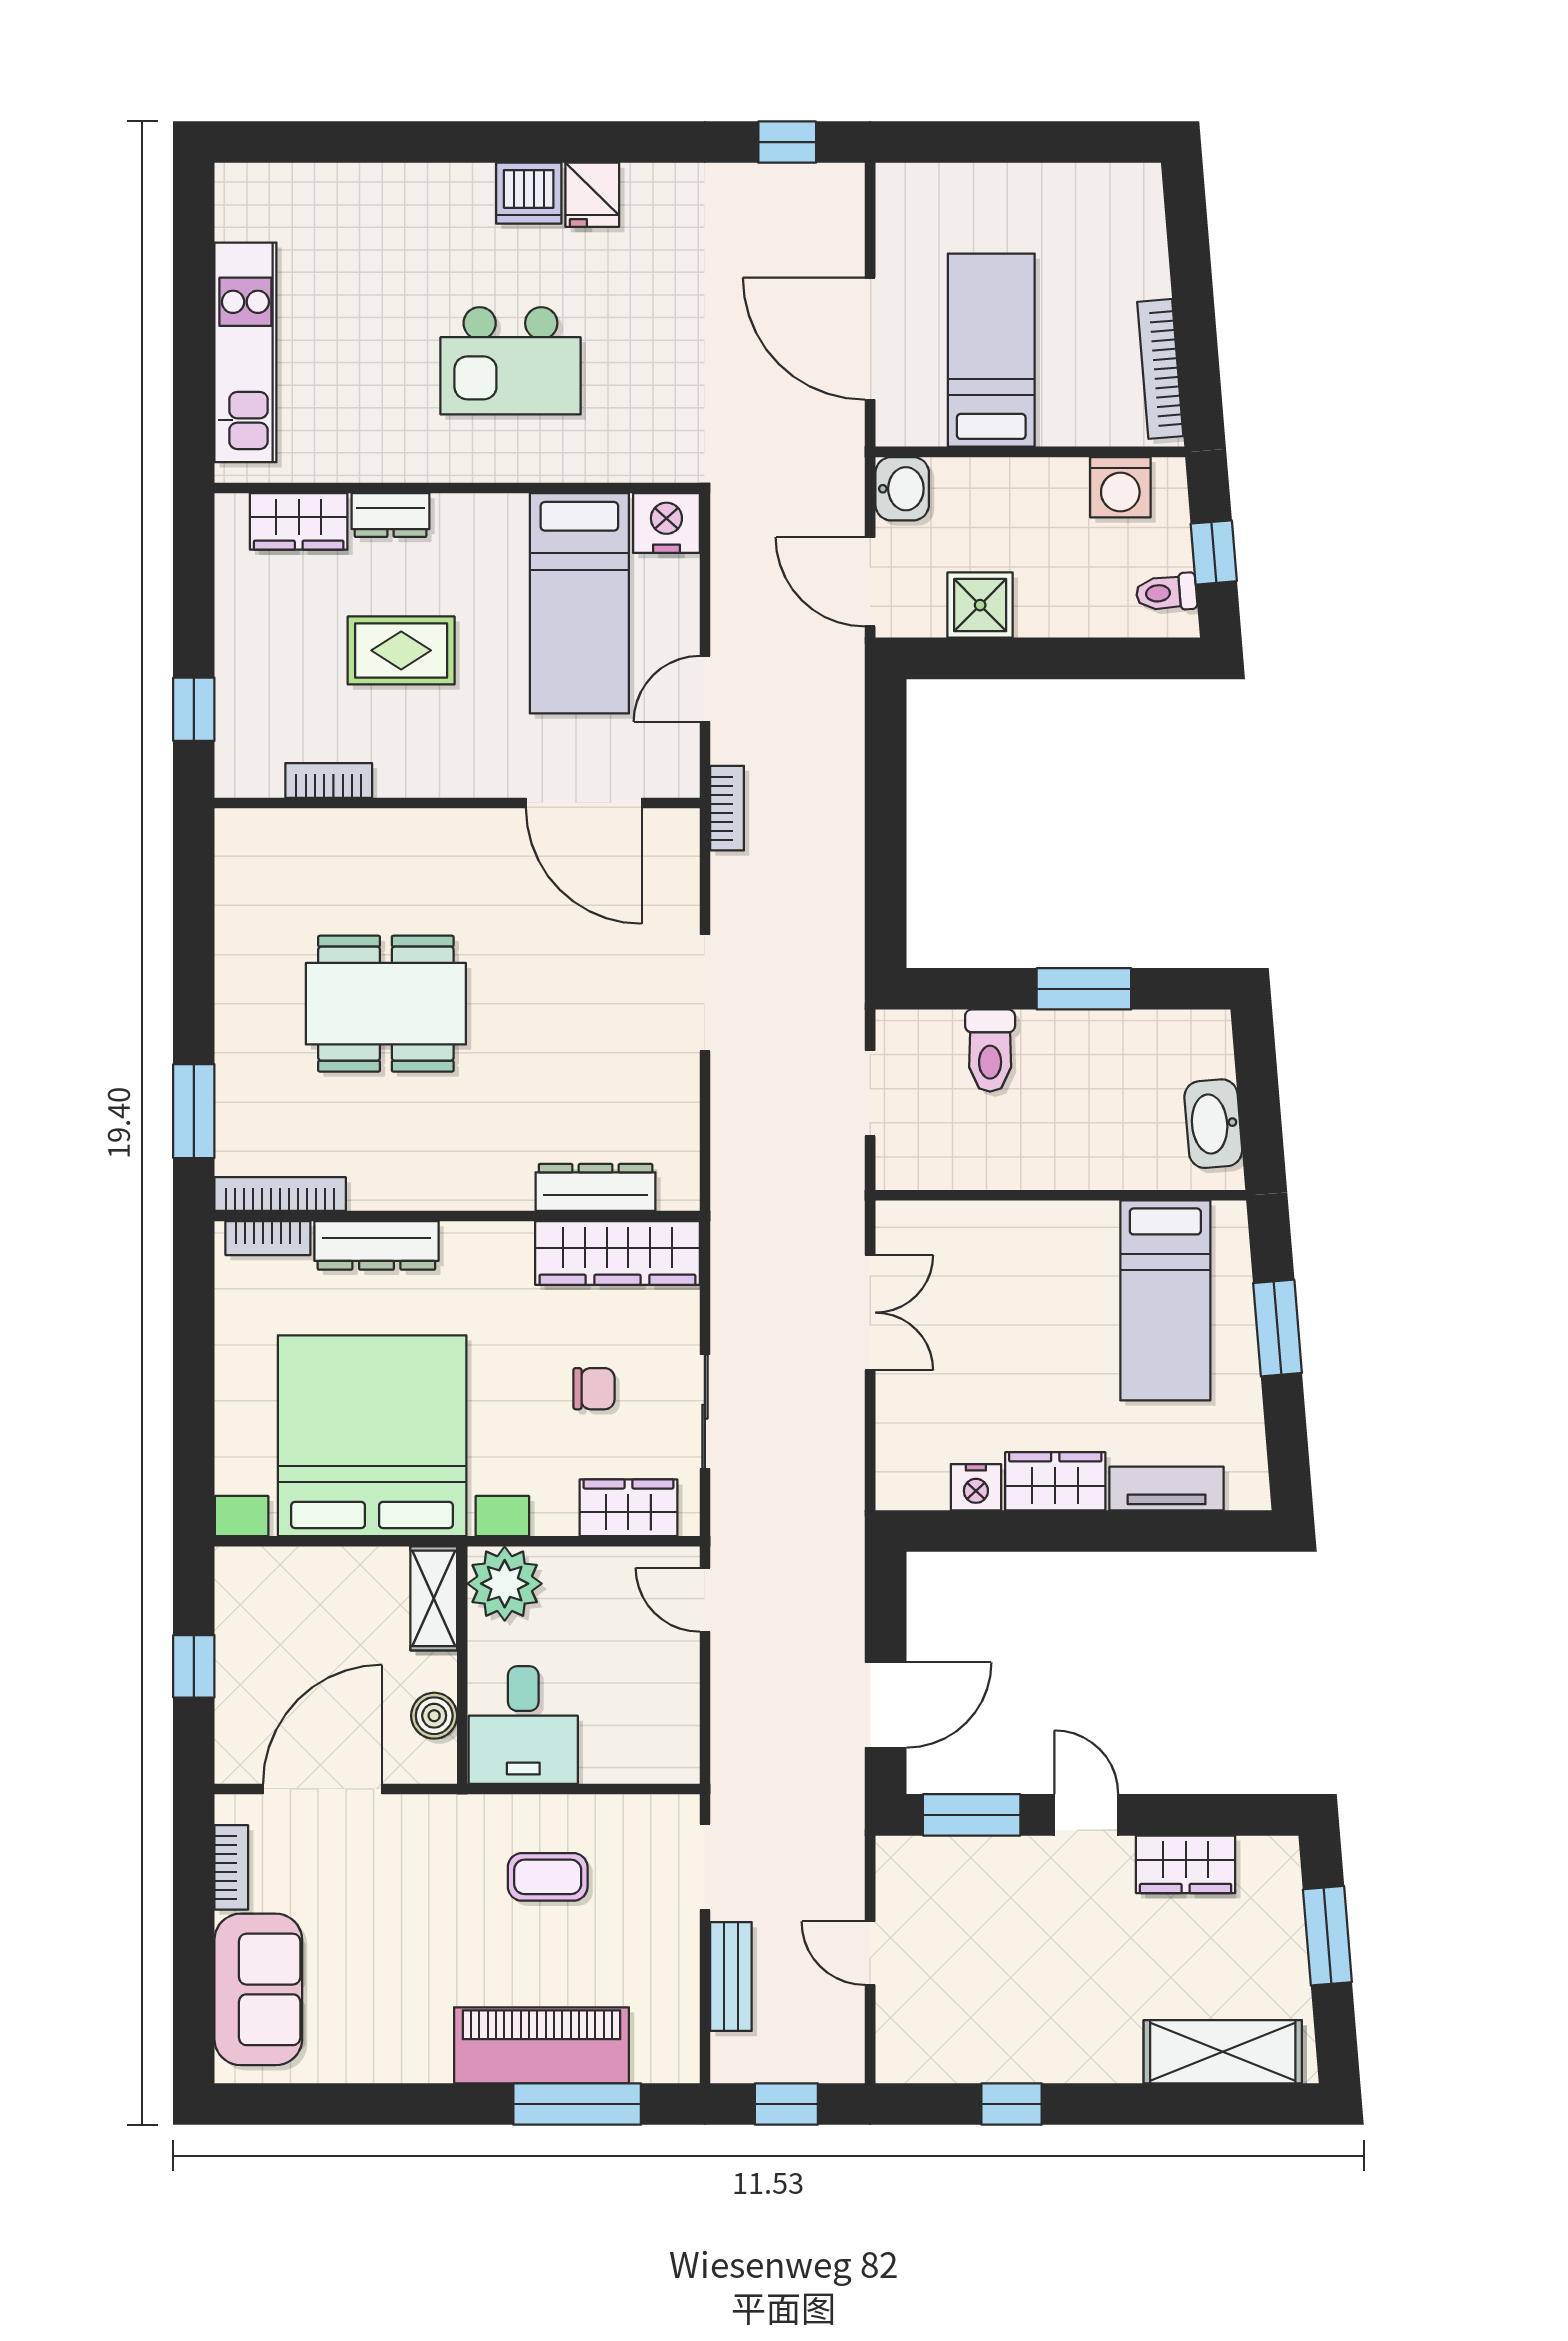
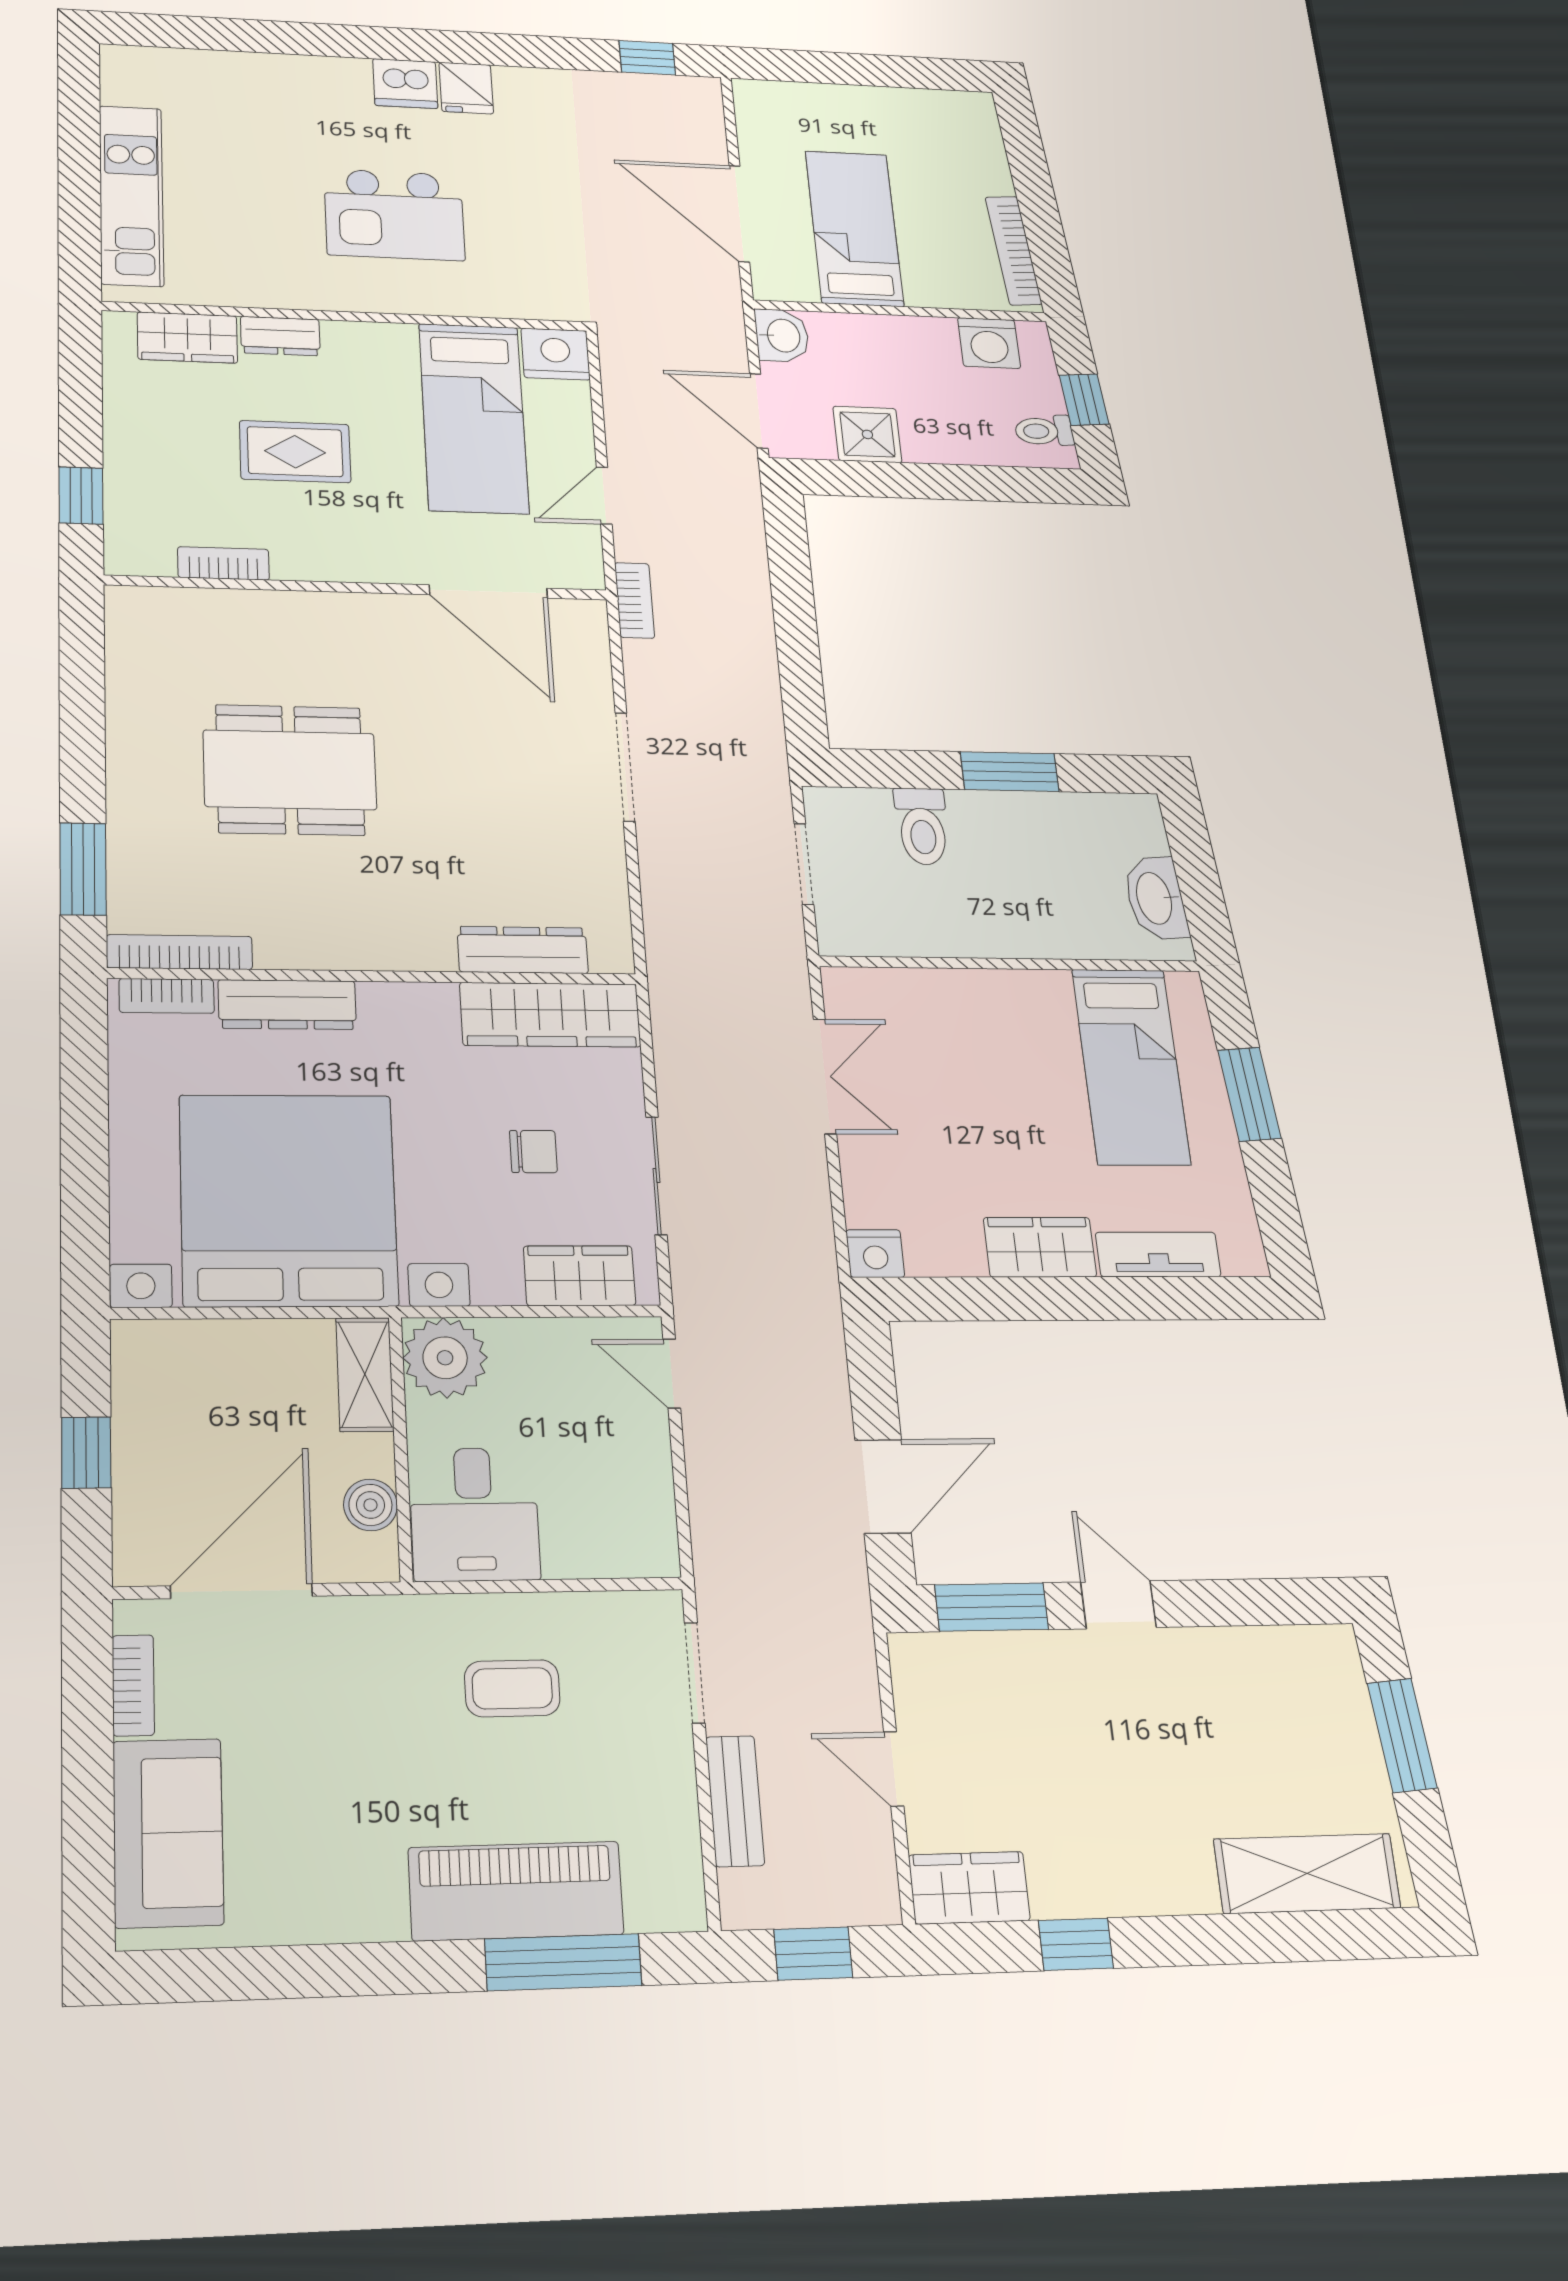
nightstand: (976, 1487) -> (875, 1254), moved
wardrobe: (1186, 1864) -> (969, 1888), moved, turned 180

